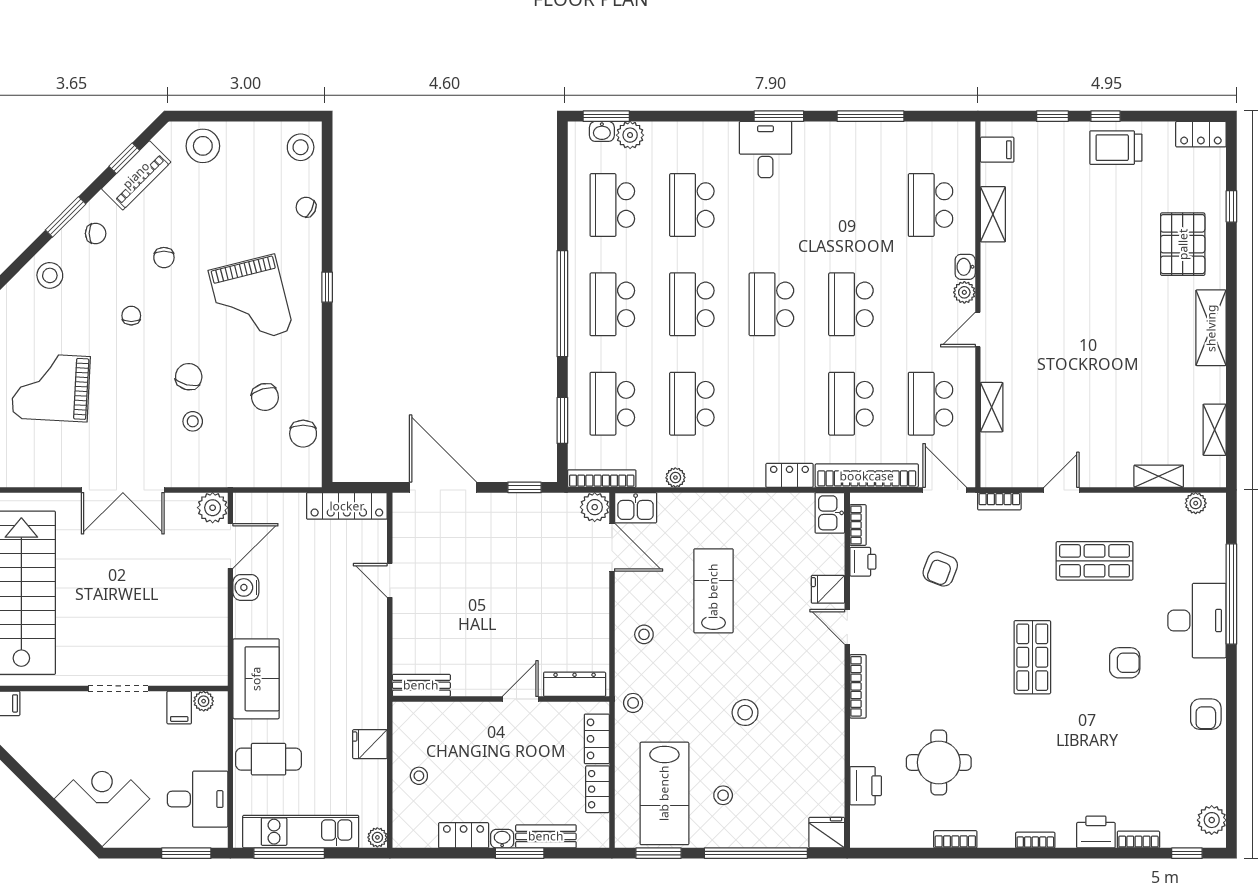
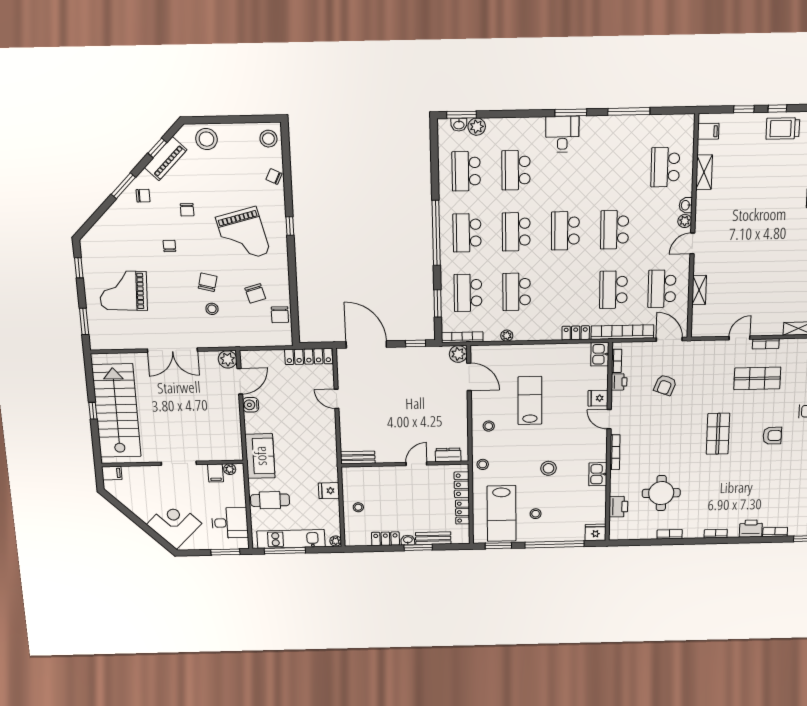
stool: (50, 275) -> (117, 222), removed
bookcase: (999, 501) -> (766, 344), moved
kitchen sink: (636, 508) -> (598, 474), moved, turned 90
dresser: (575, 684) -> (448, 455), width x0.70

